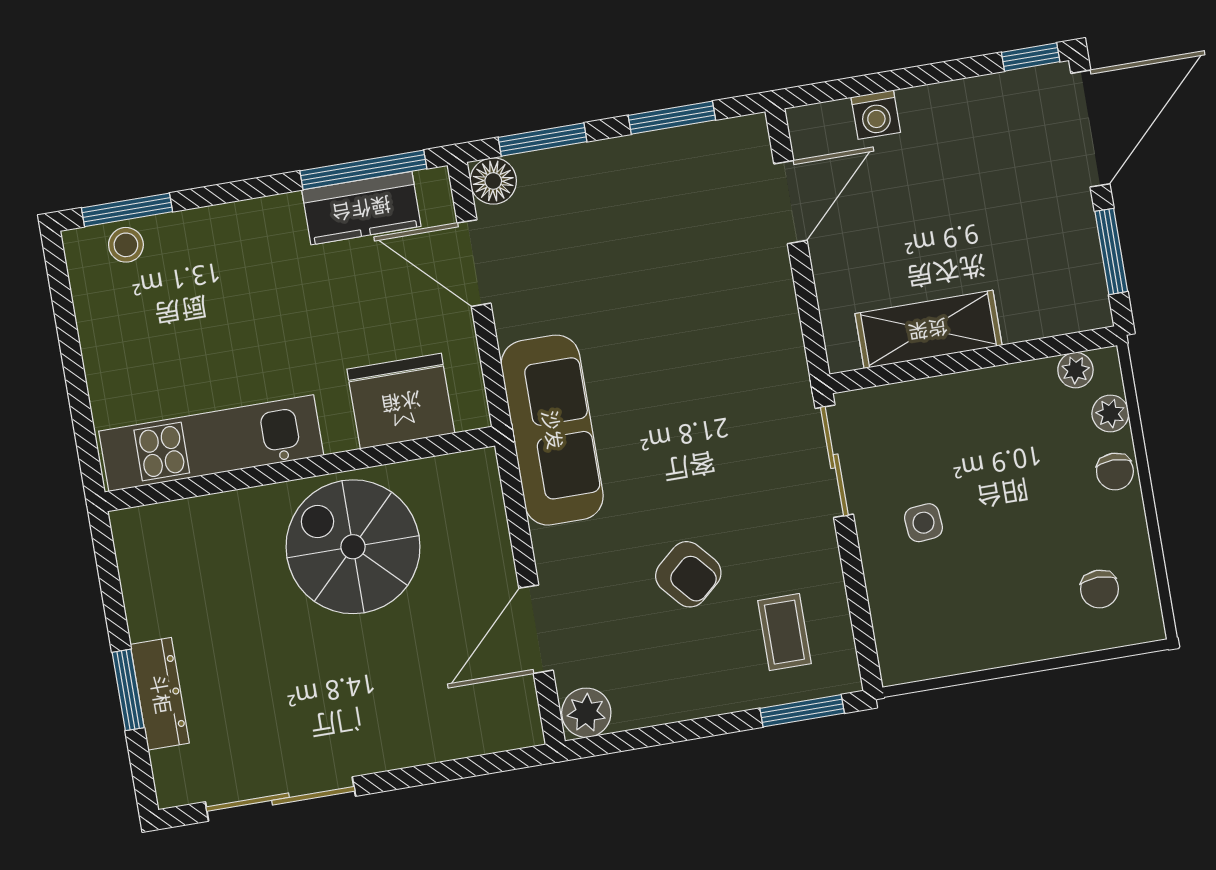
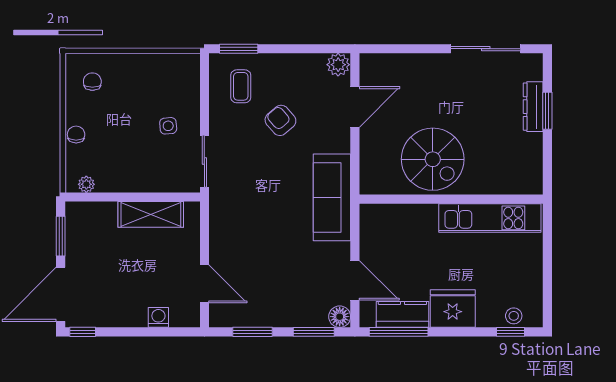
door: (790, 202) -> (204, 284), swing flipped
window: (127, 210) -> (510, 332), width x0.67
fridge: (401, 401) -> (453, 309), moved, turned 180
plant: (1110, 413) -> (74, 162), removed

